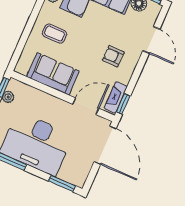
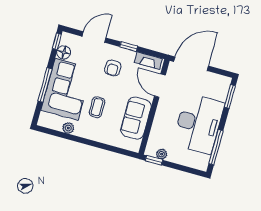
coffee table: (54, 34) -> (97, 107), moved
window: (123, 104) -> (129, 47), moved

